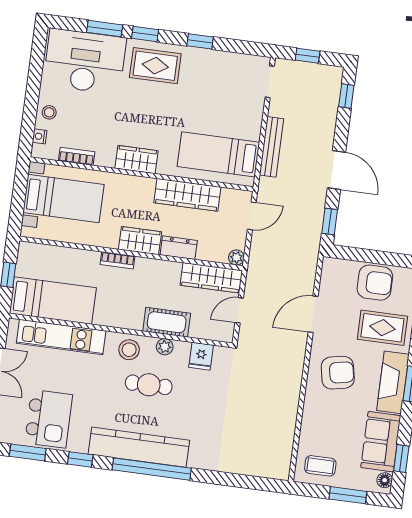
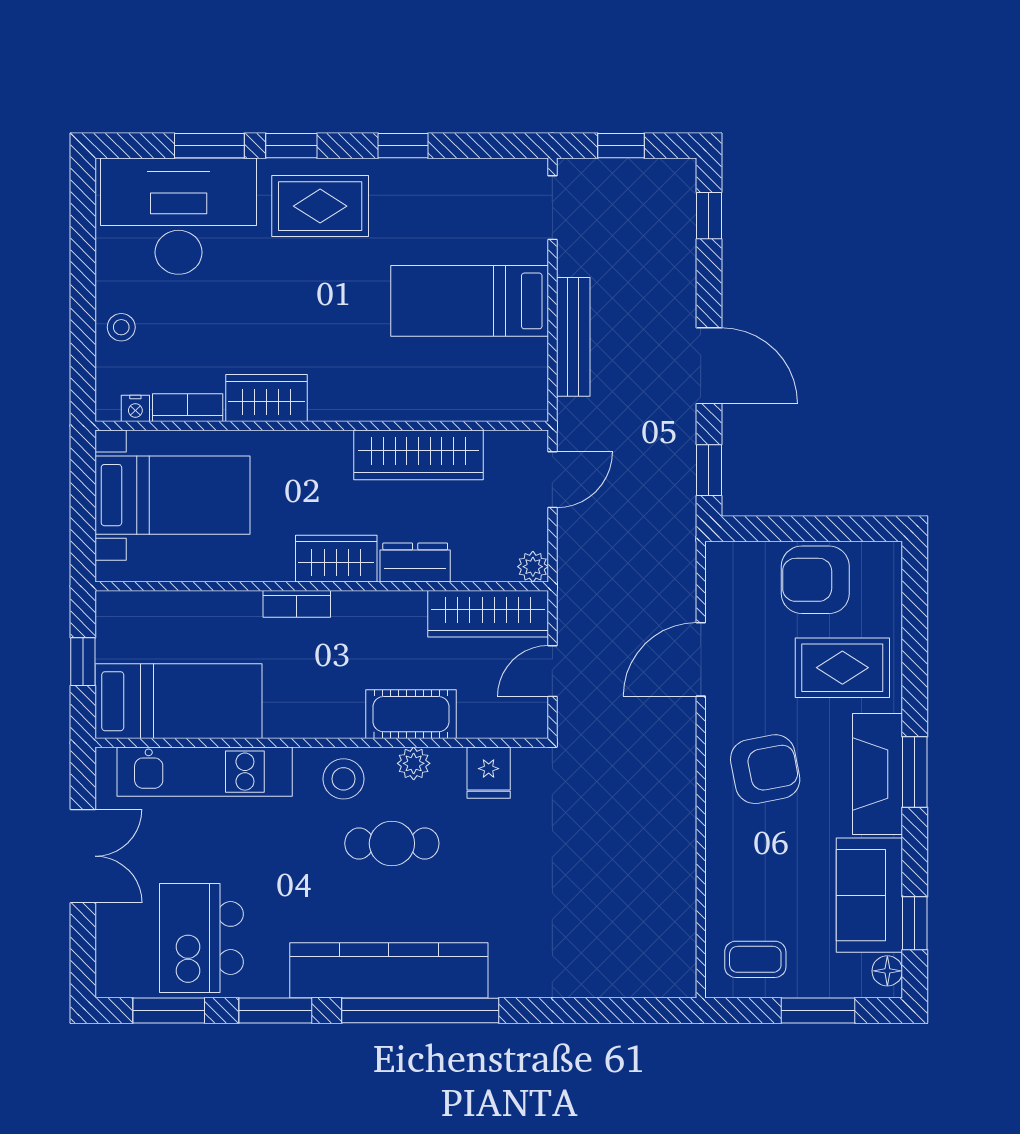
nightstand: (40, 136) -> (135, 408), moved, turned -90
bed: (218, 154) -> (470, 301), moved
wardrobe: (136, 160) -> (267, 398), moved
armchair: (375, 283) -> (815, 580), turned 180
kitchen island: (49, 419) -> (201, 938), turned 180
window: (80, 459) -> (275, 1011), width x1.50

